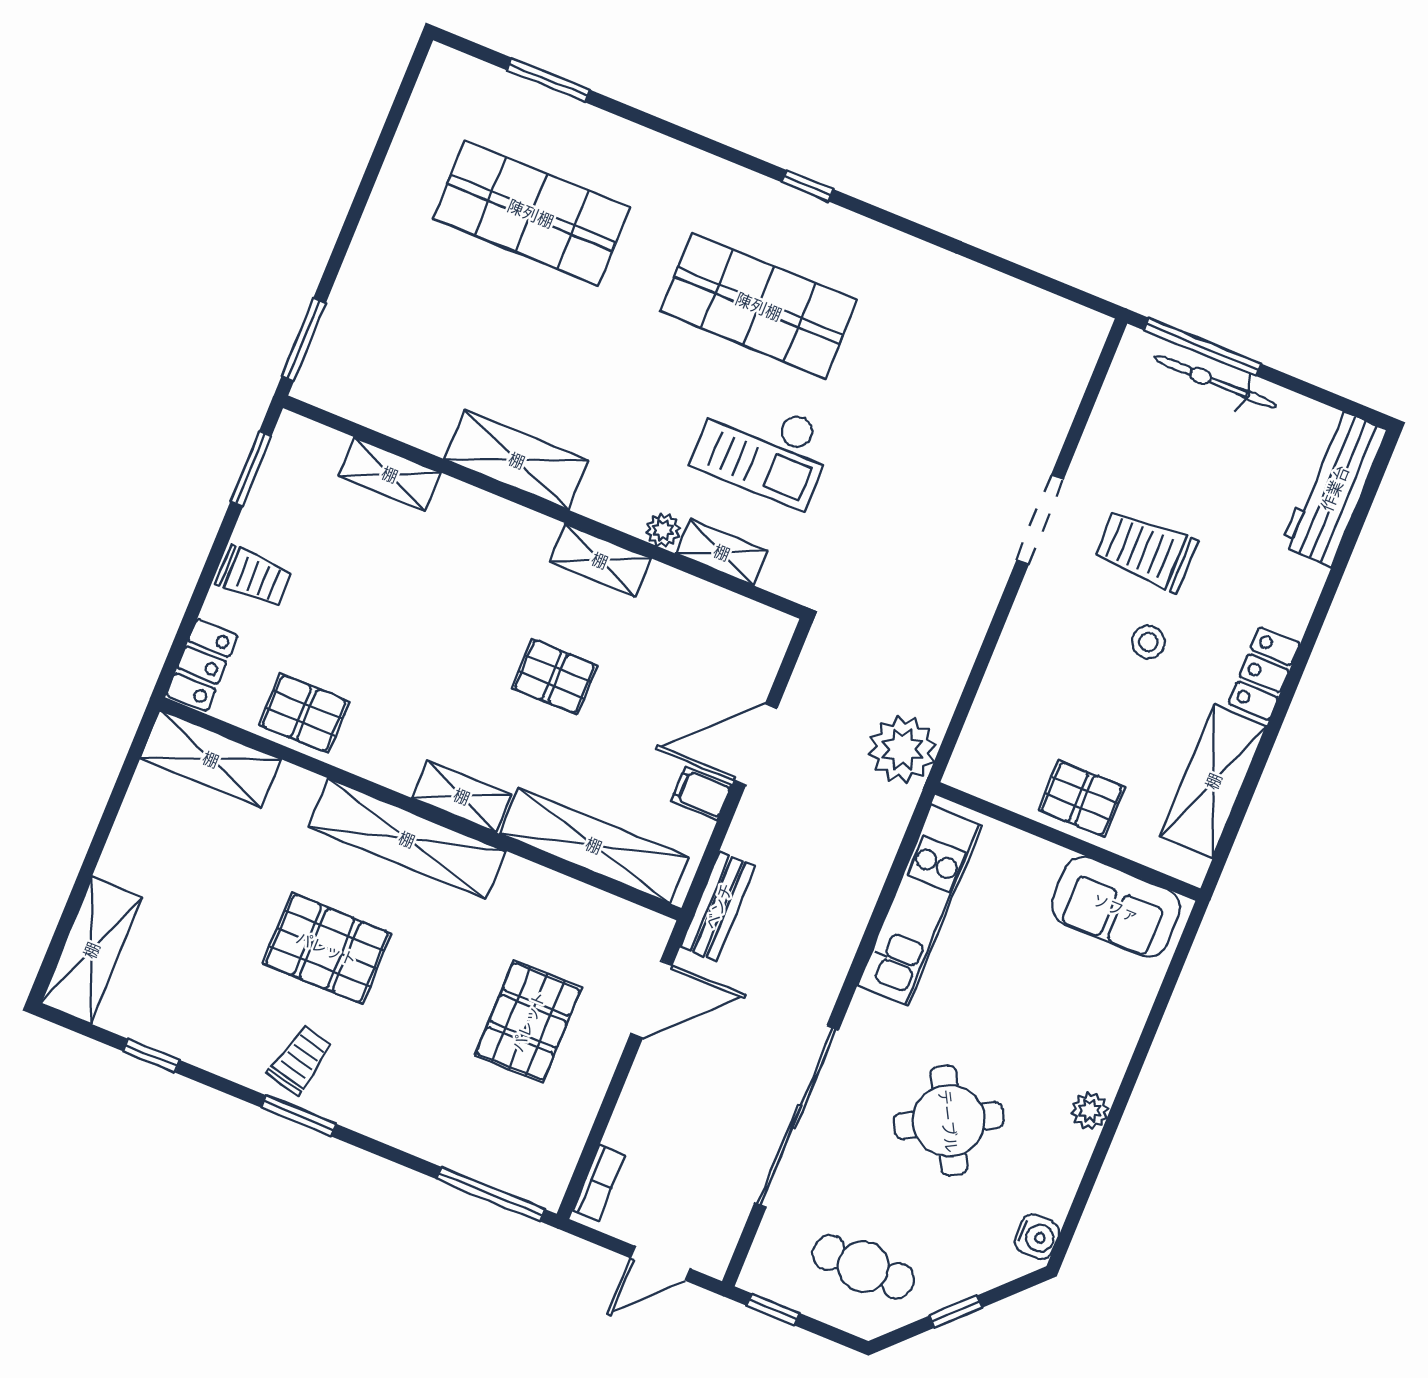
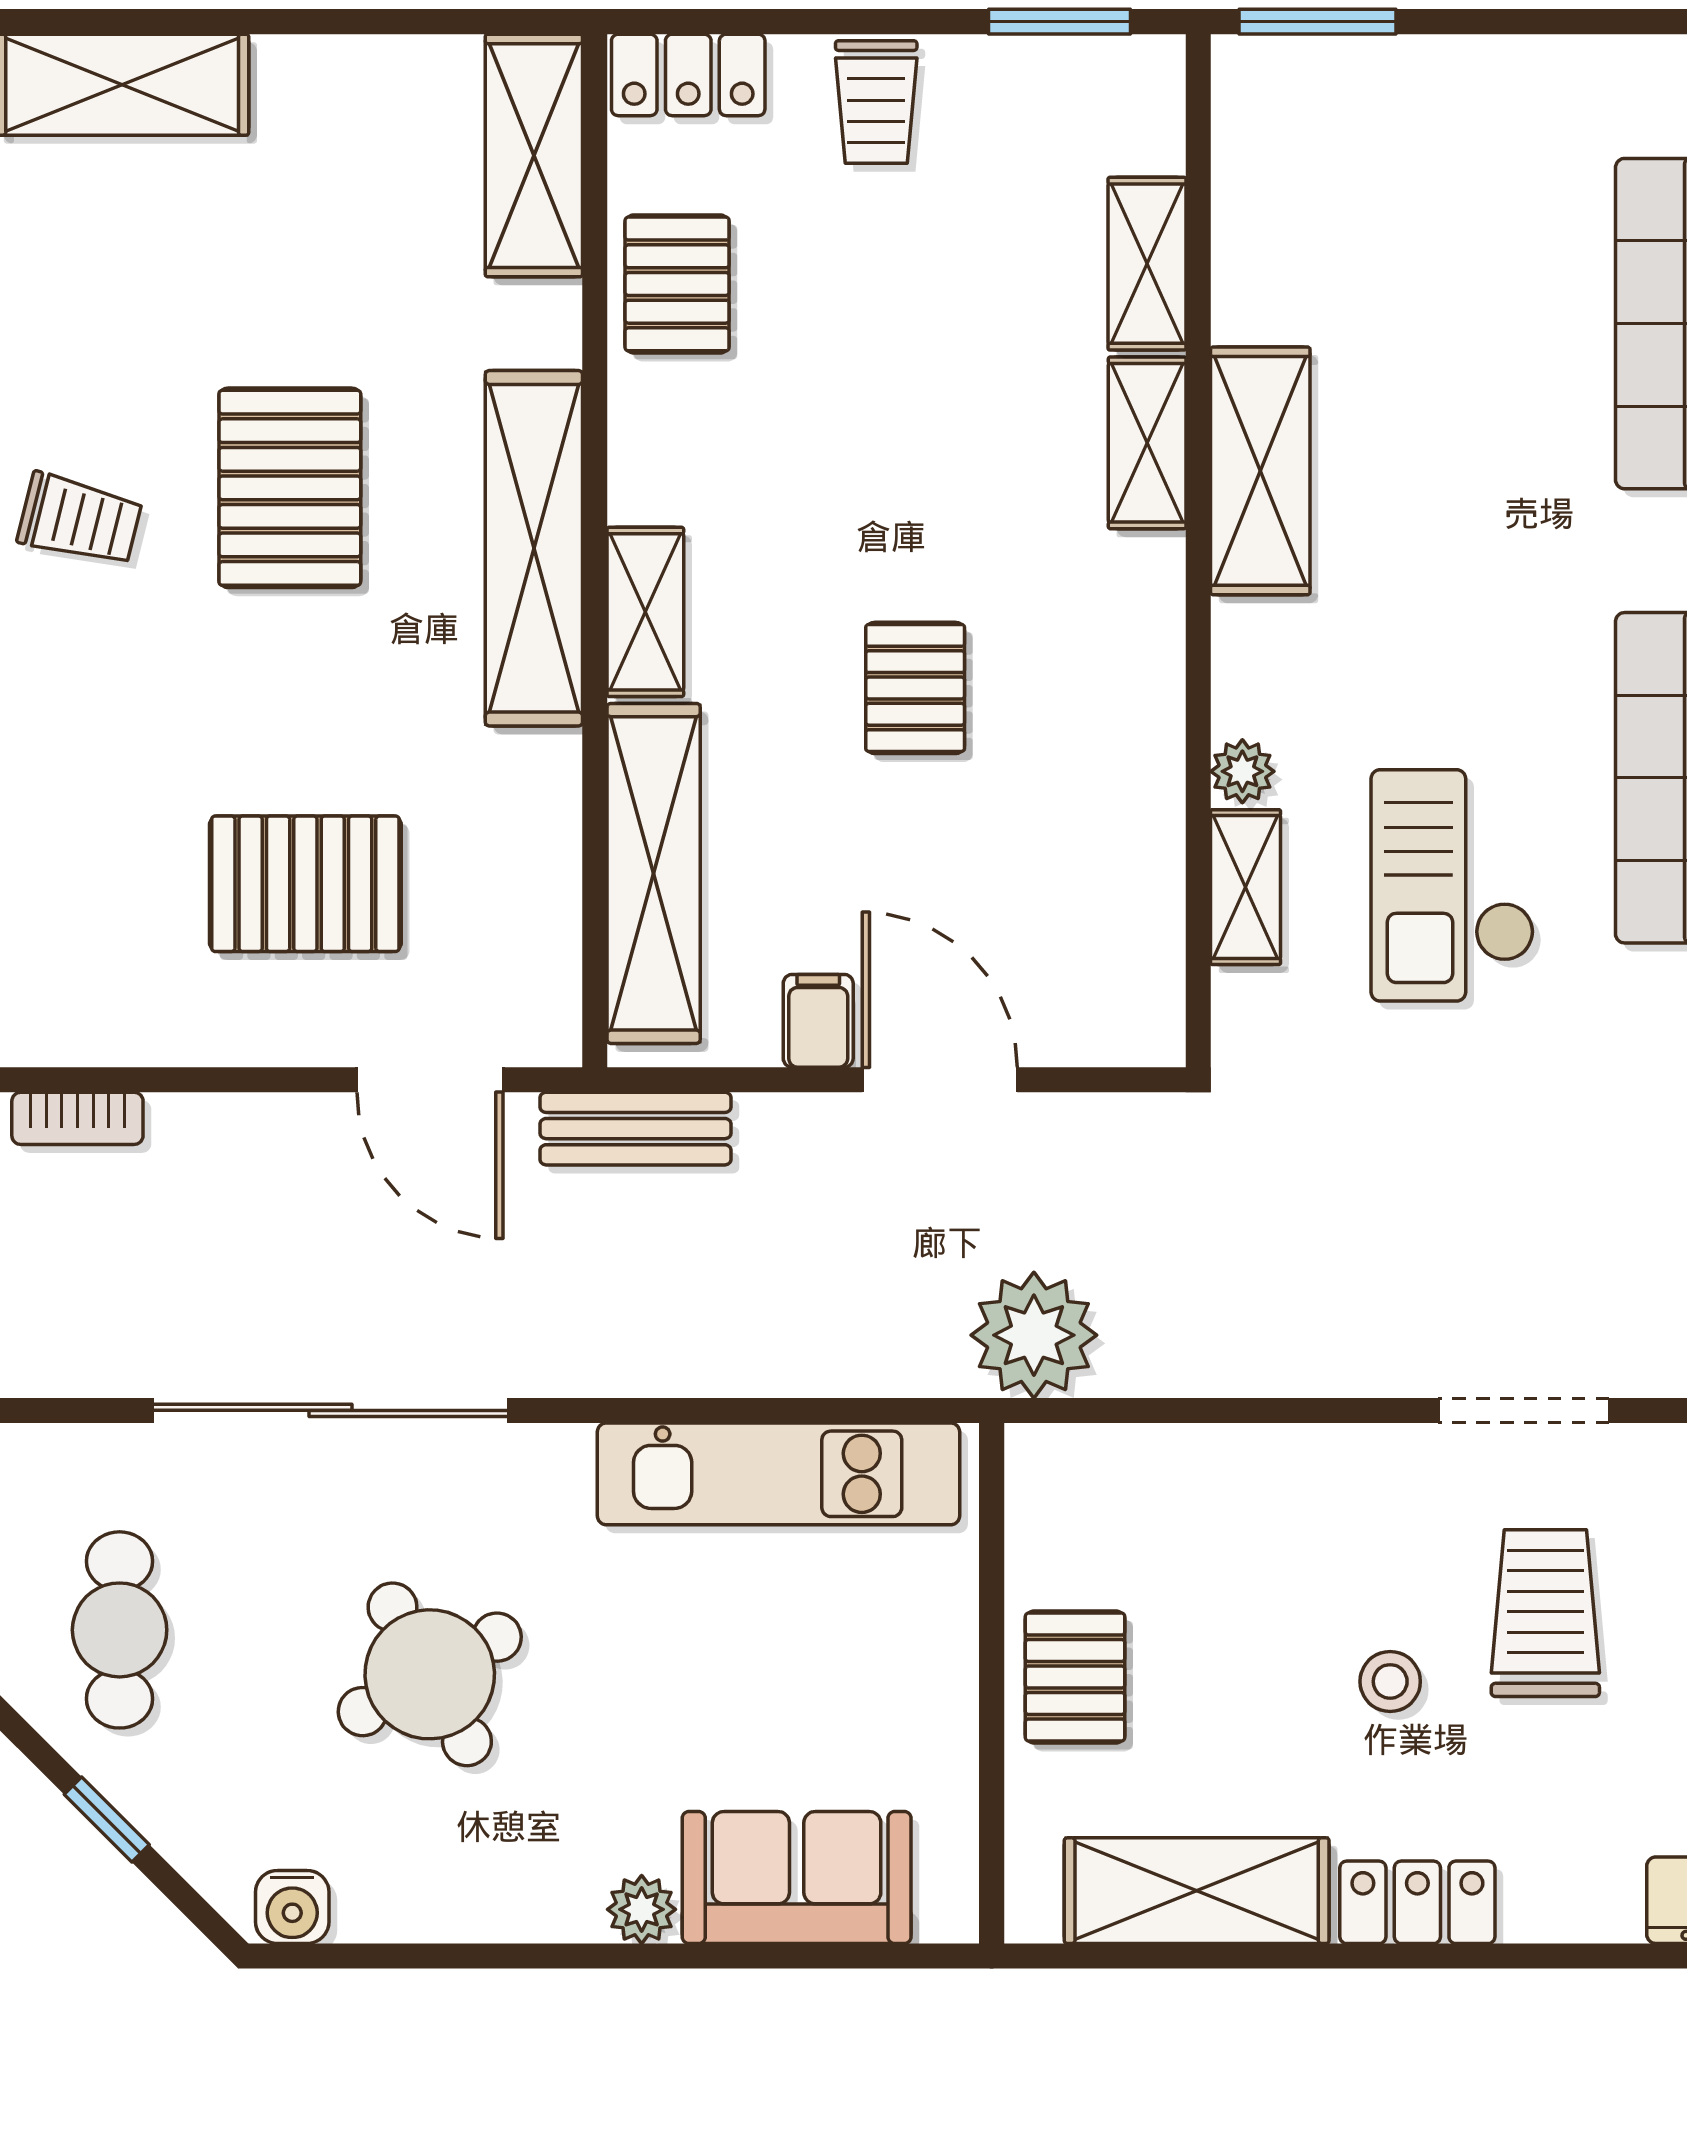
shelving: (600, 560) -> (1147, 443), moved
sofa: (1116, 907) -> (797, 1877), moved, turned 90
plant: (1090, 1111) -> (642, 1909), moved

